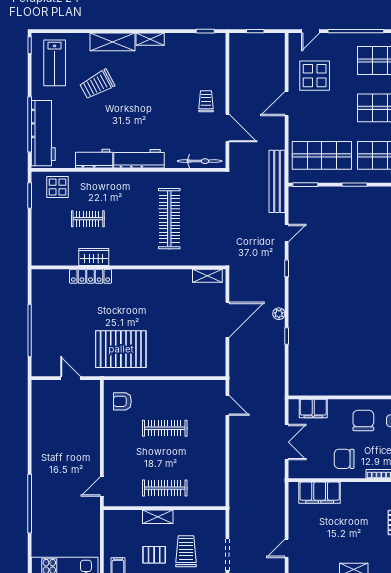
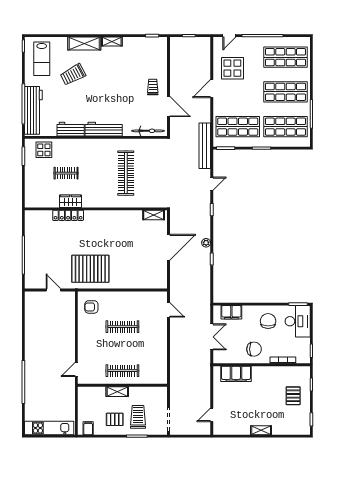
chair: (344, 459) -> (254, 349), turned 180

